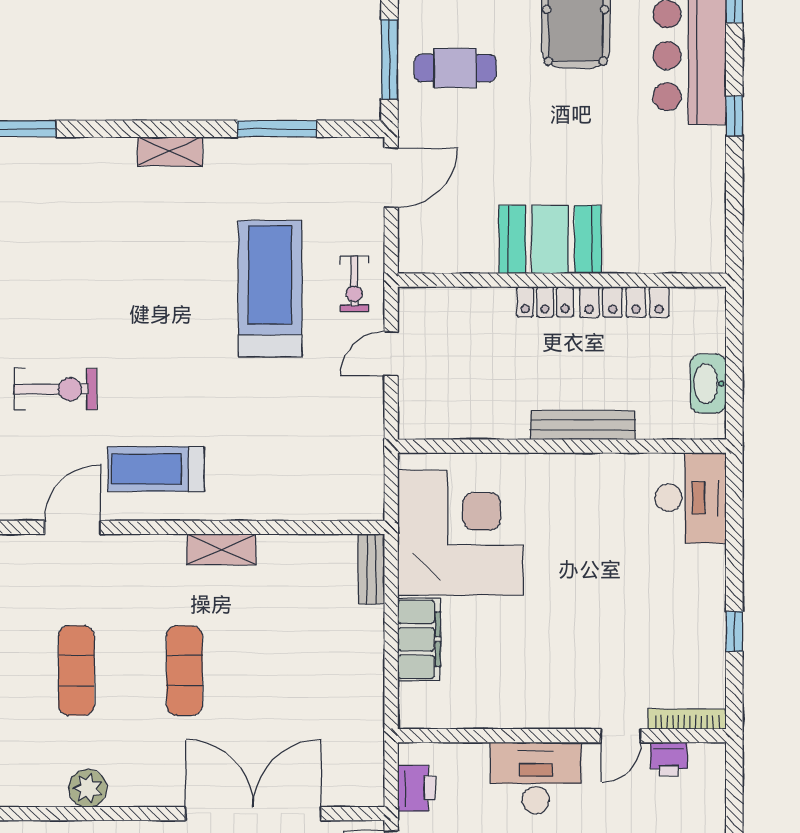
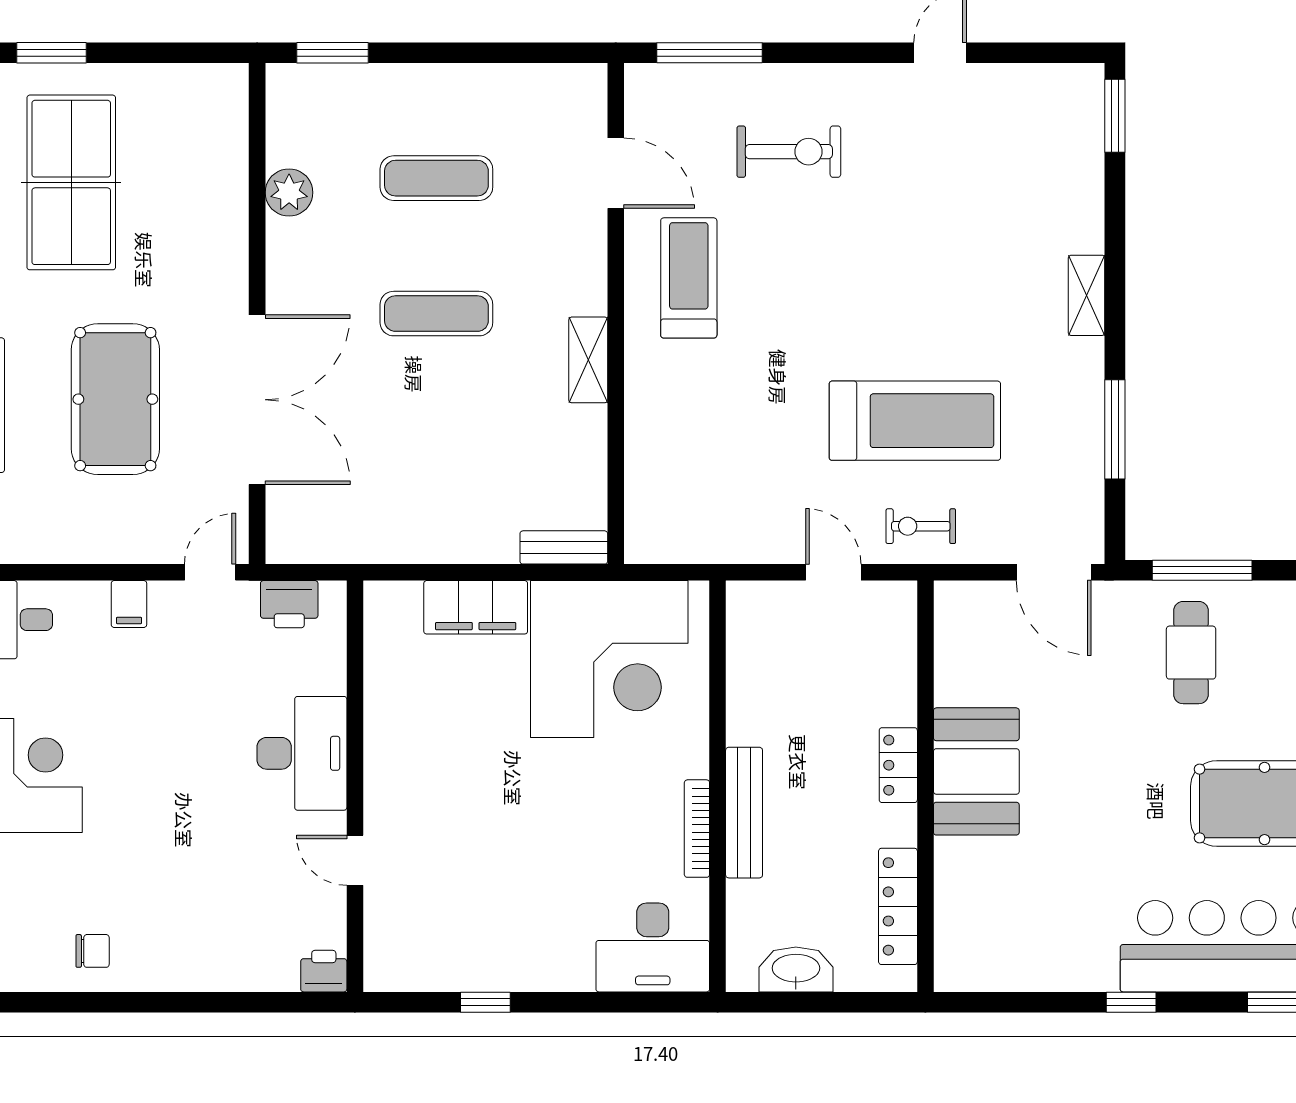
locker: (624, 302) -> (898, 906), moved
exercise bike: (55, 389) -> (789, 152), turned -90
bookcase: (687, 719) -> (697, 829), moved, turned 180
printer: (669, 759) -> (324, 971), moved, turned 90

